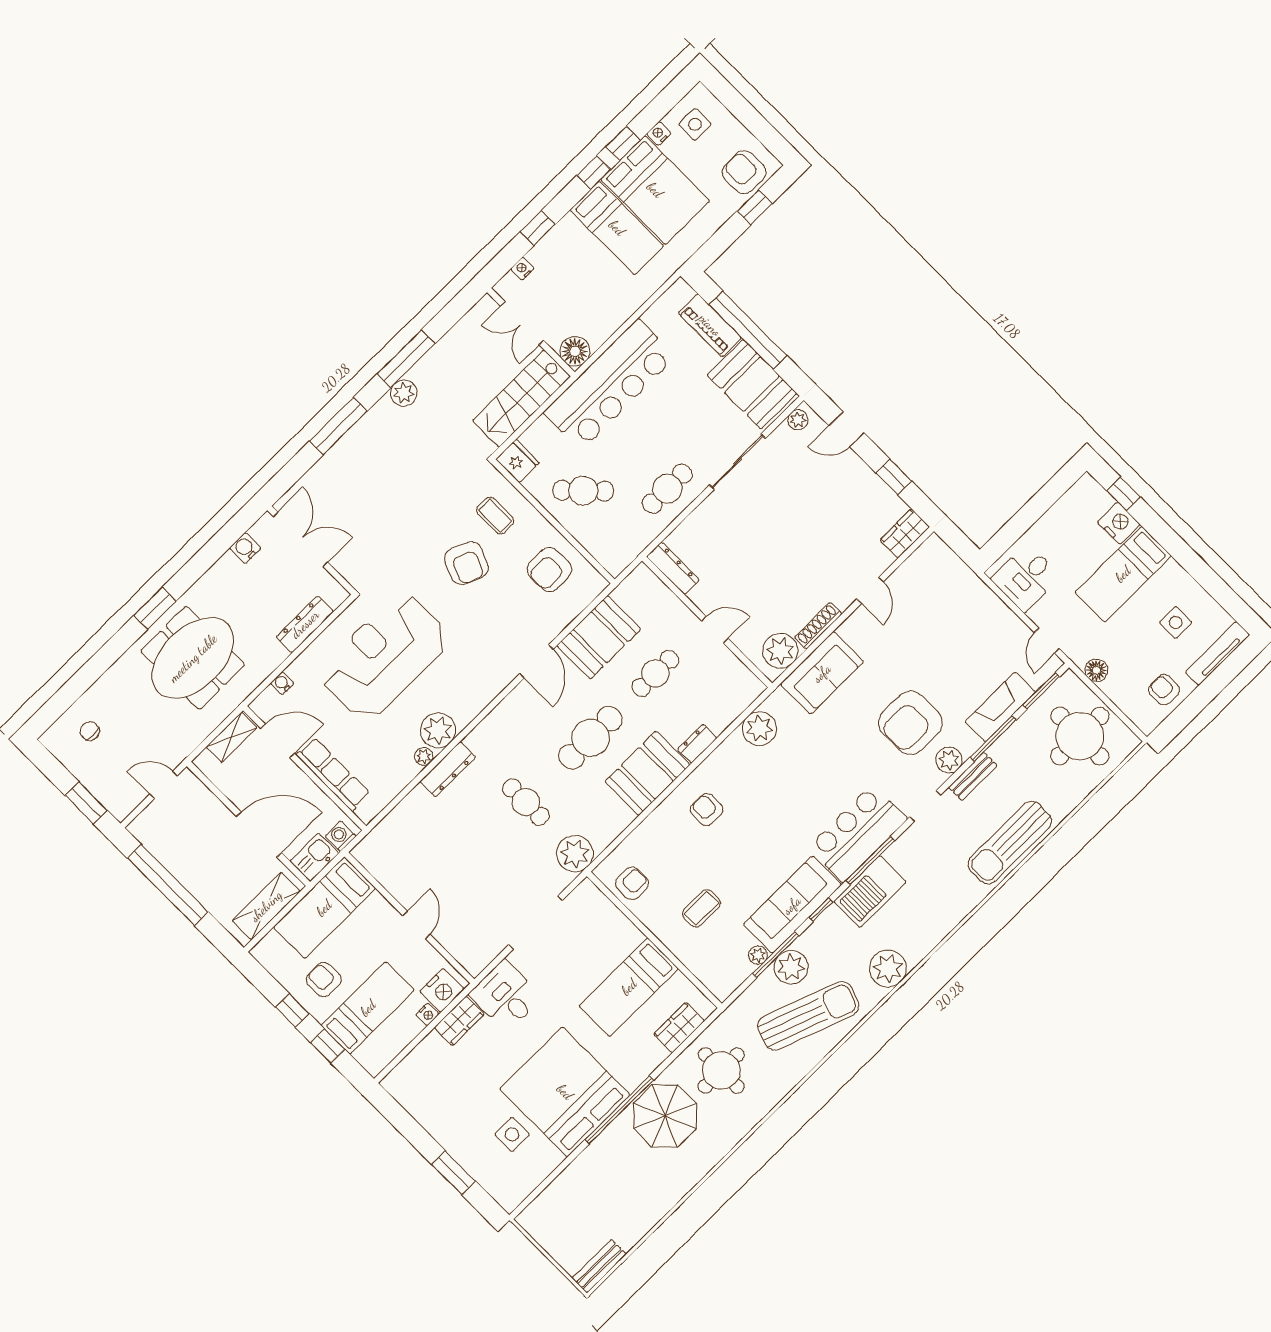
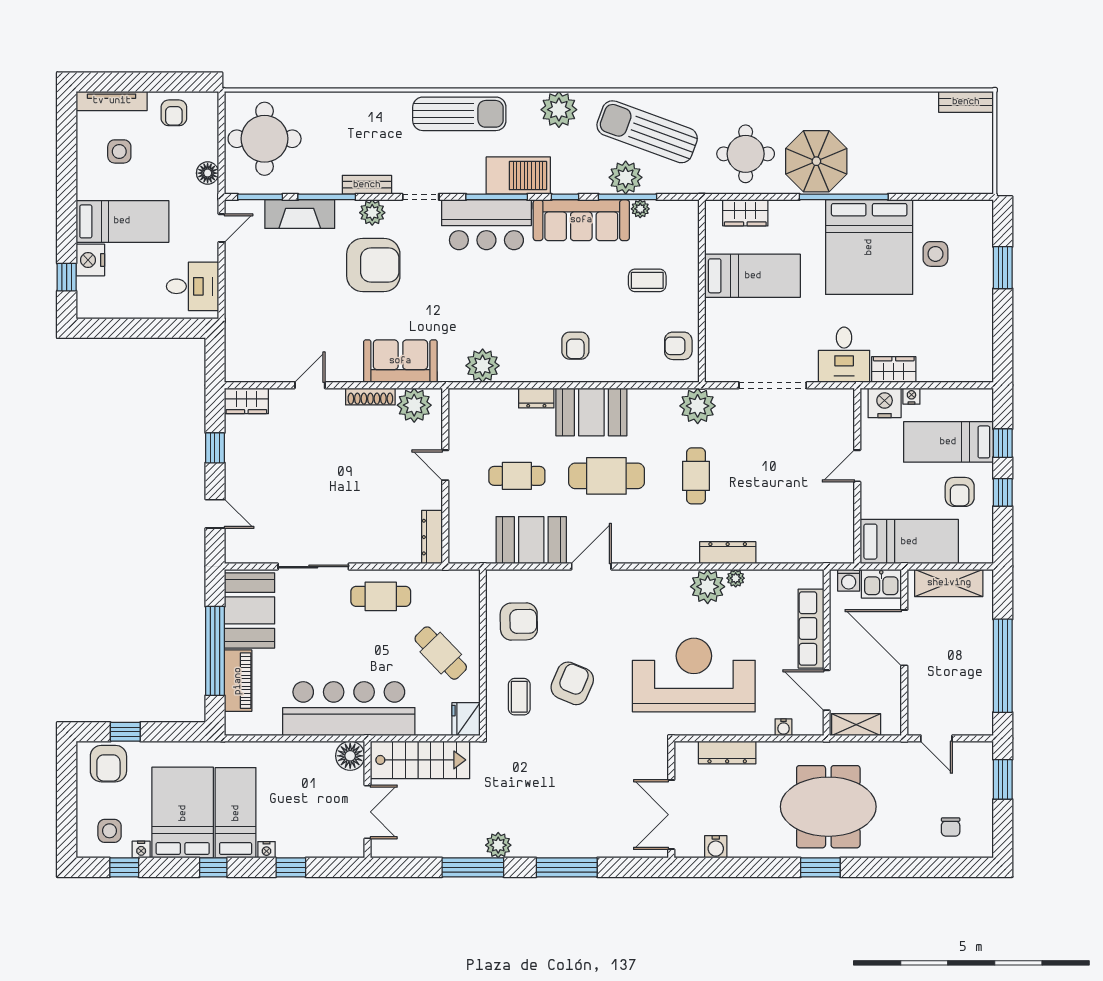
window: (623, 143) -> (124, 867), moved
nightstand: (522, 269) -> (266, 850), moved
plant: (798, 420) -> (242, 554), removed
reception desk: (384, 656) -> (694, 675), turned 180
sun lounger: (1010, 843) -> (459, 114), moved

